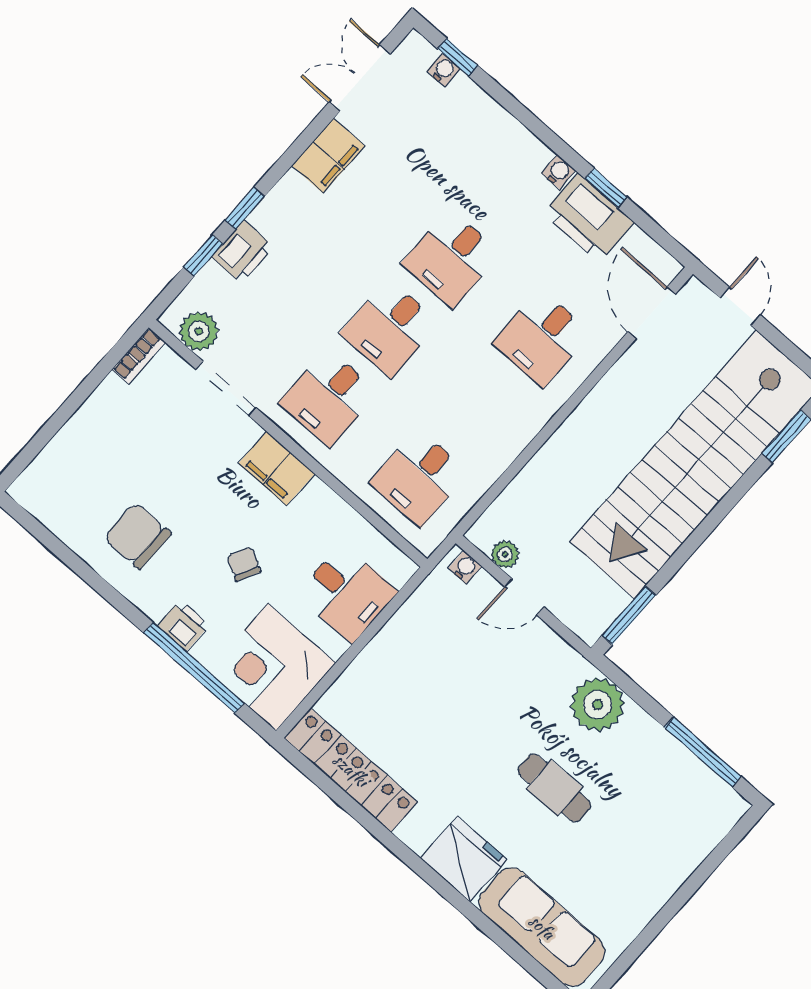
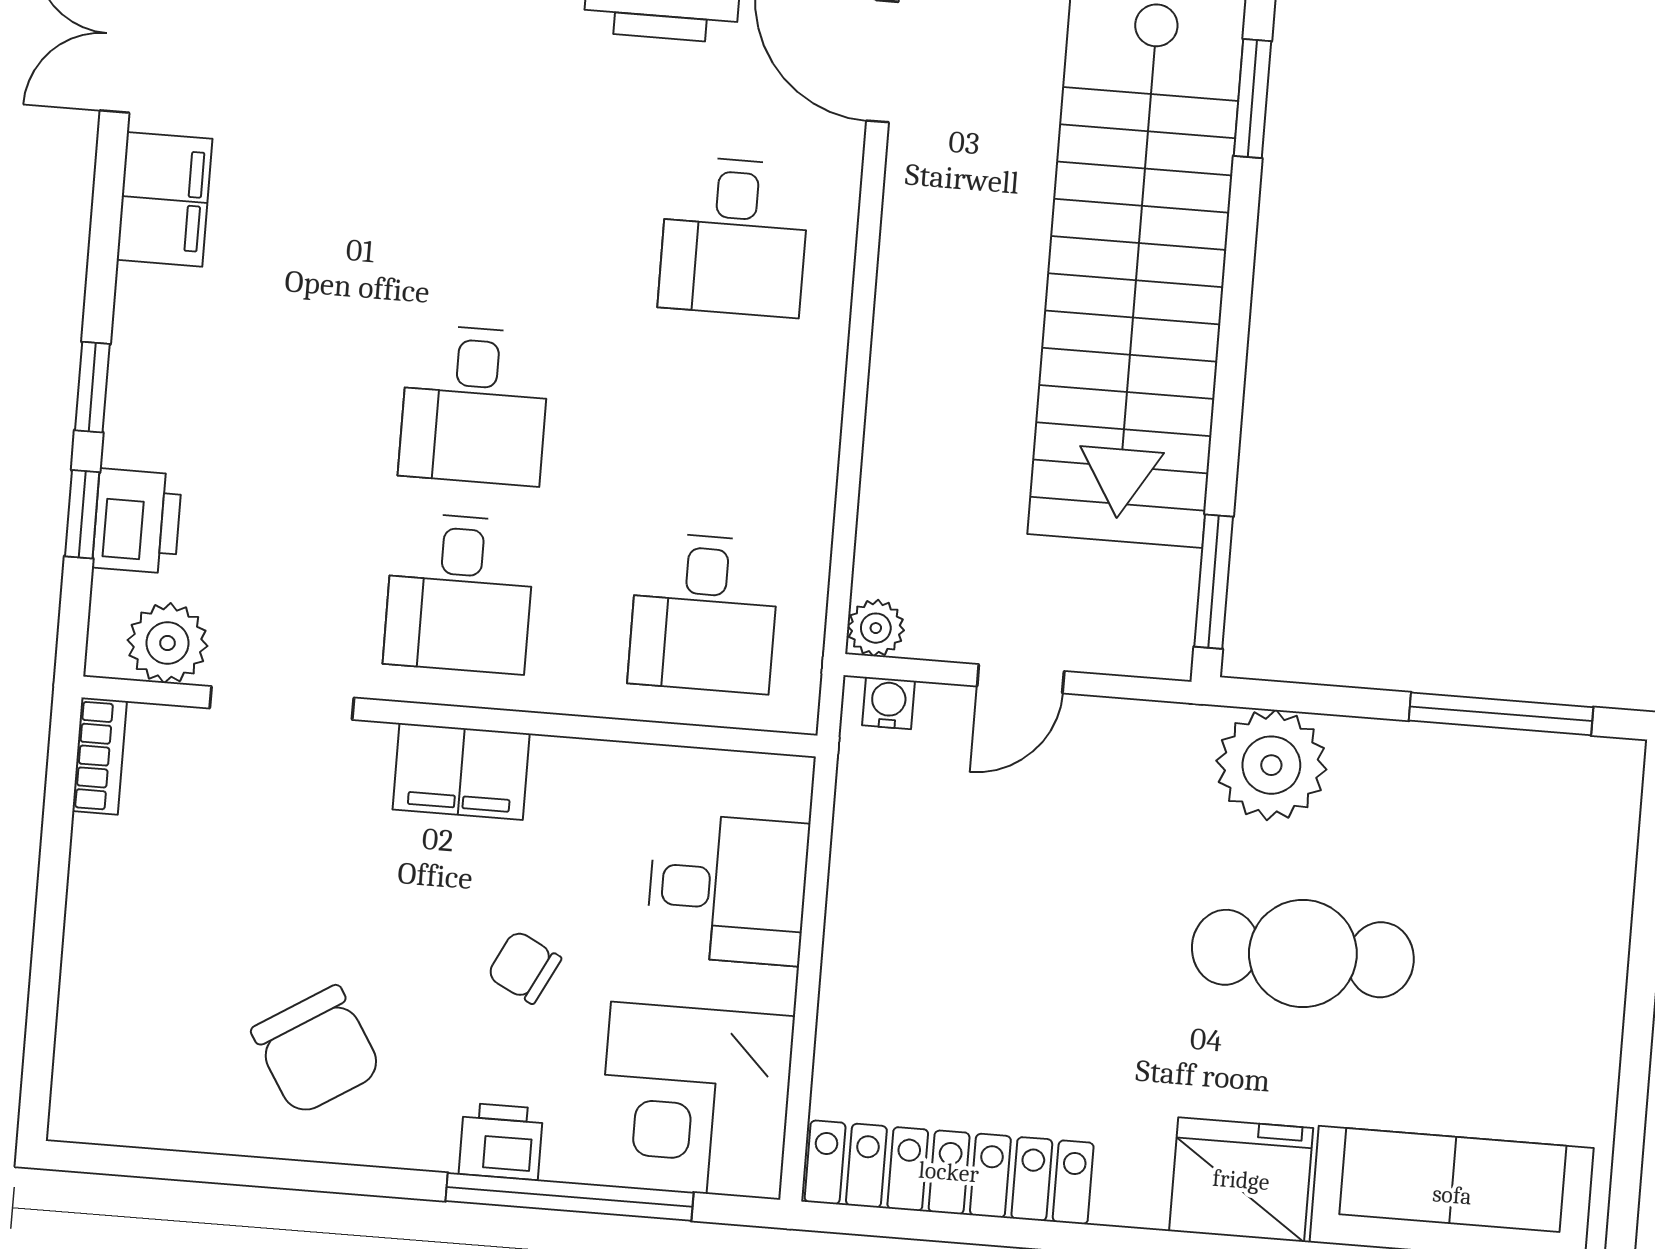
printer: (243, 252) -> (137, 521), moved
desk: (451, 259) -> (490, 217), removed
chair: (138, 536) -> (317, 1050), turned -122
plant: (505, 554) -> (876, 628), moved
cafe table: (554, 788) -> (1303, 954), width x1.37, depth x1.35

